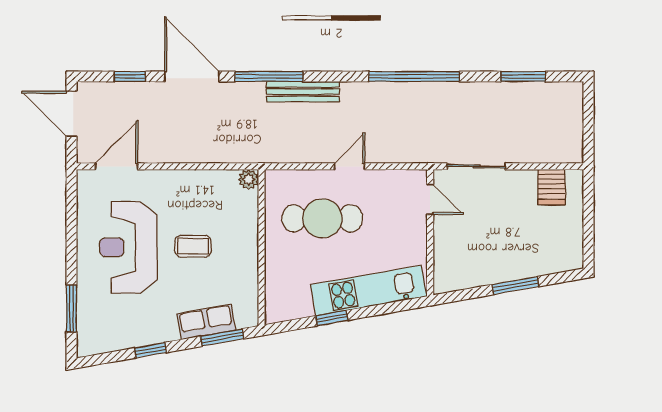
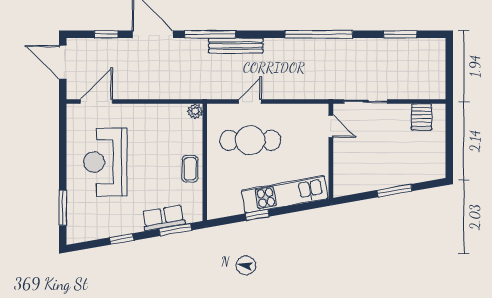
door: (349, 166) -> (250, 102), moved
coffee table: (193, 246) -> (190, 169), moved, turned 90

